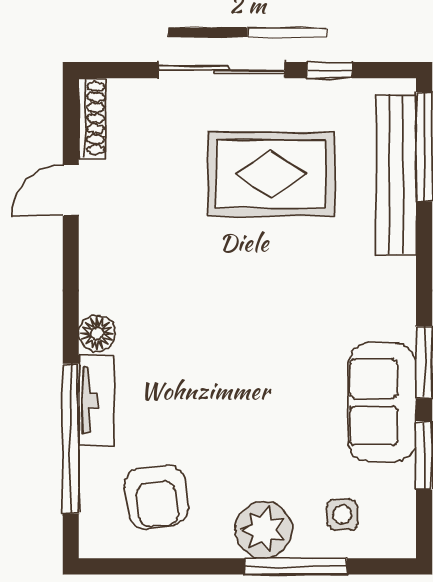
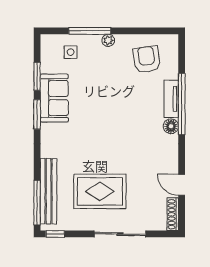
window: (329, 70) -> (55, 234), moved
door: (71, 190) -> (182, 185), swing flipped
window: (71, 439) -> (182, 104), moved
plant: (264, 530) -> (108, 40), width x0.53, depth x0.53

